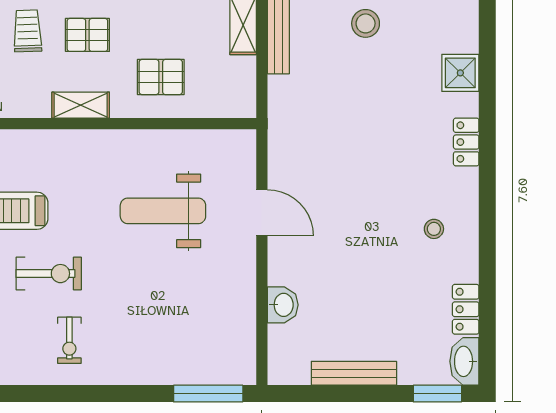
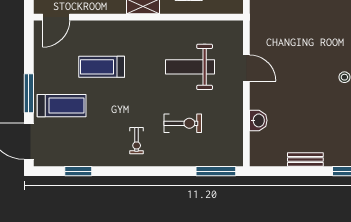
exercise bike: (49, 274) -> (183, 123), moved
bench: (354, 373) -> (305, 160), width x0.73

